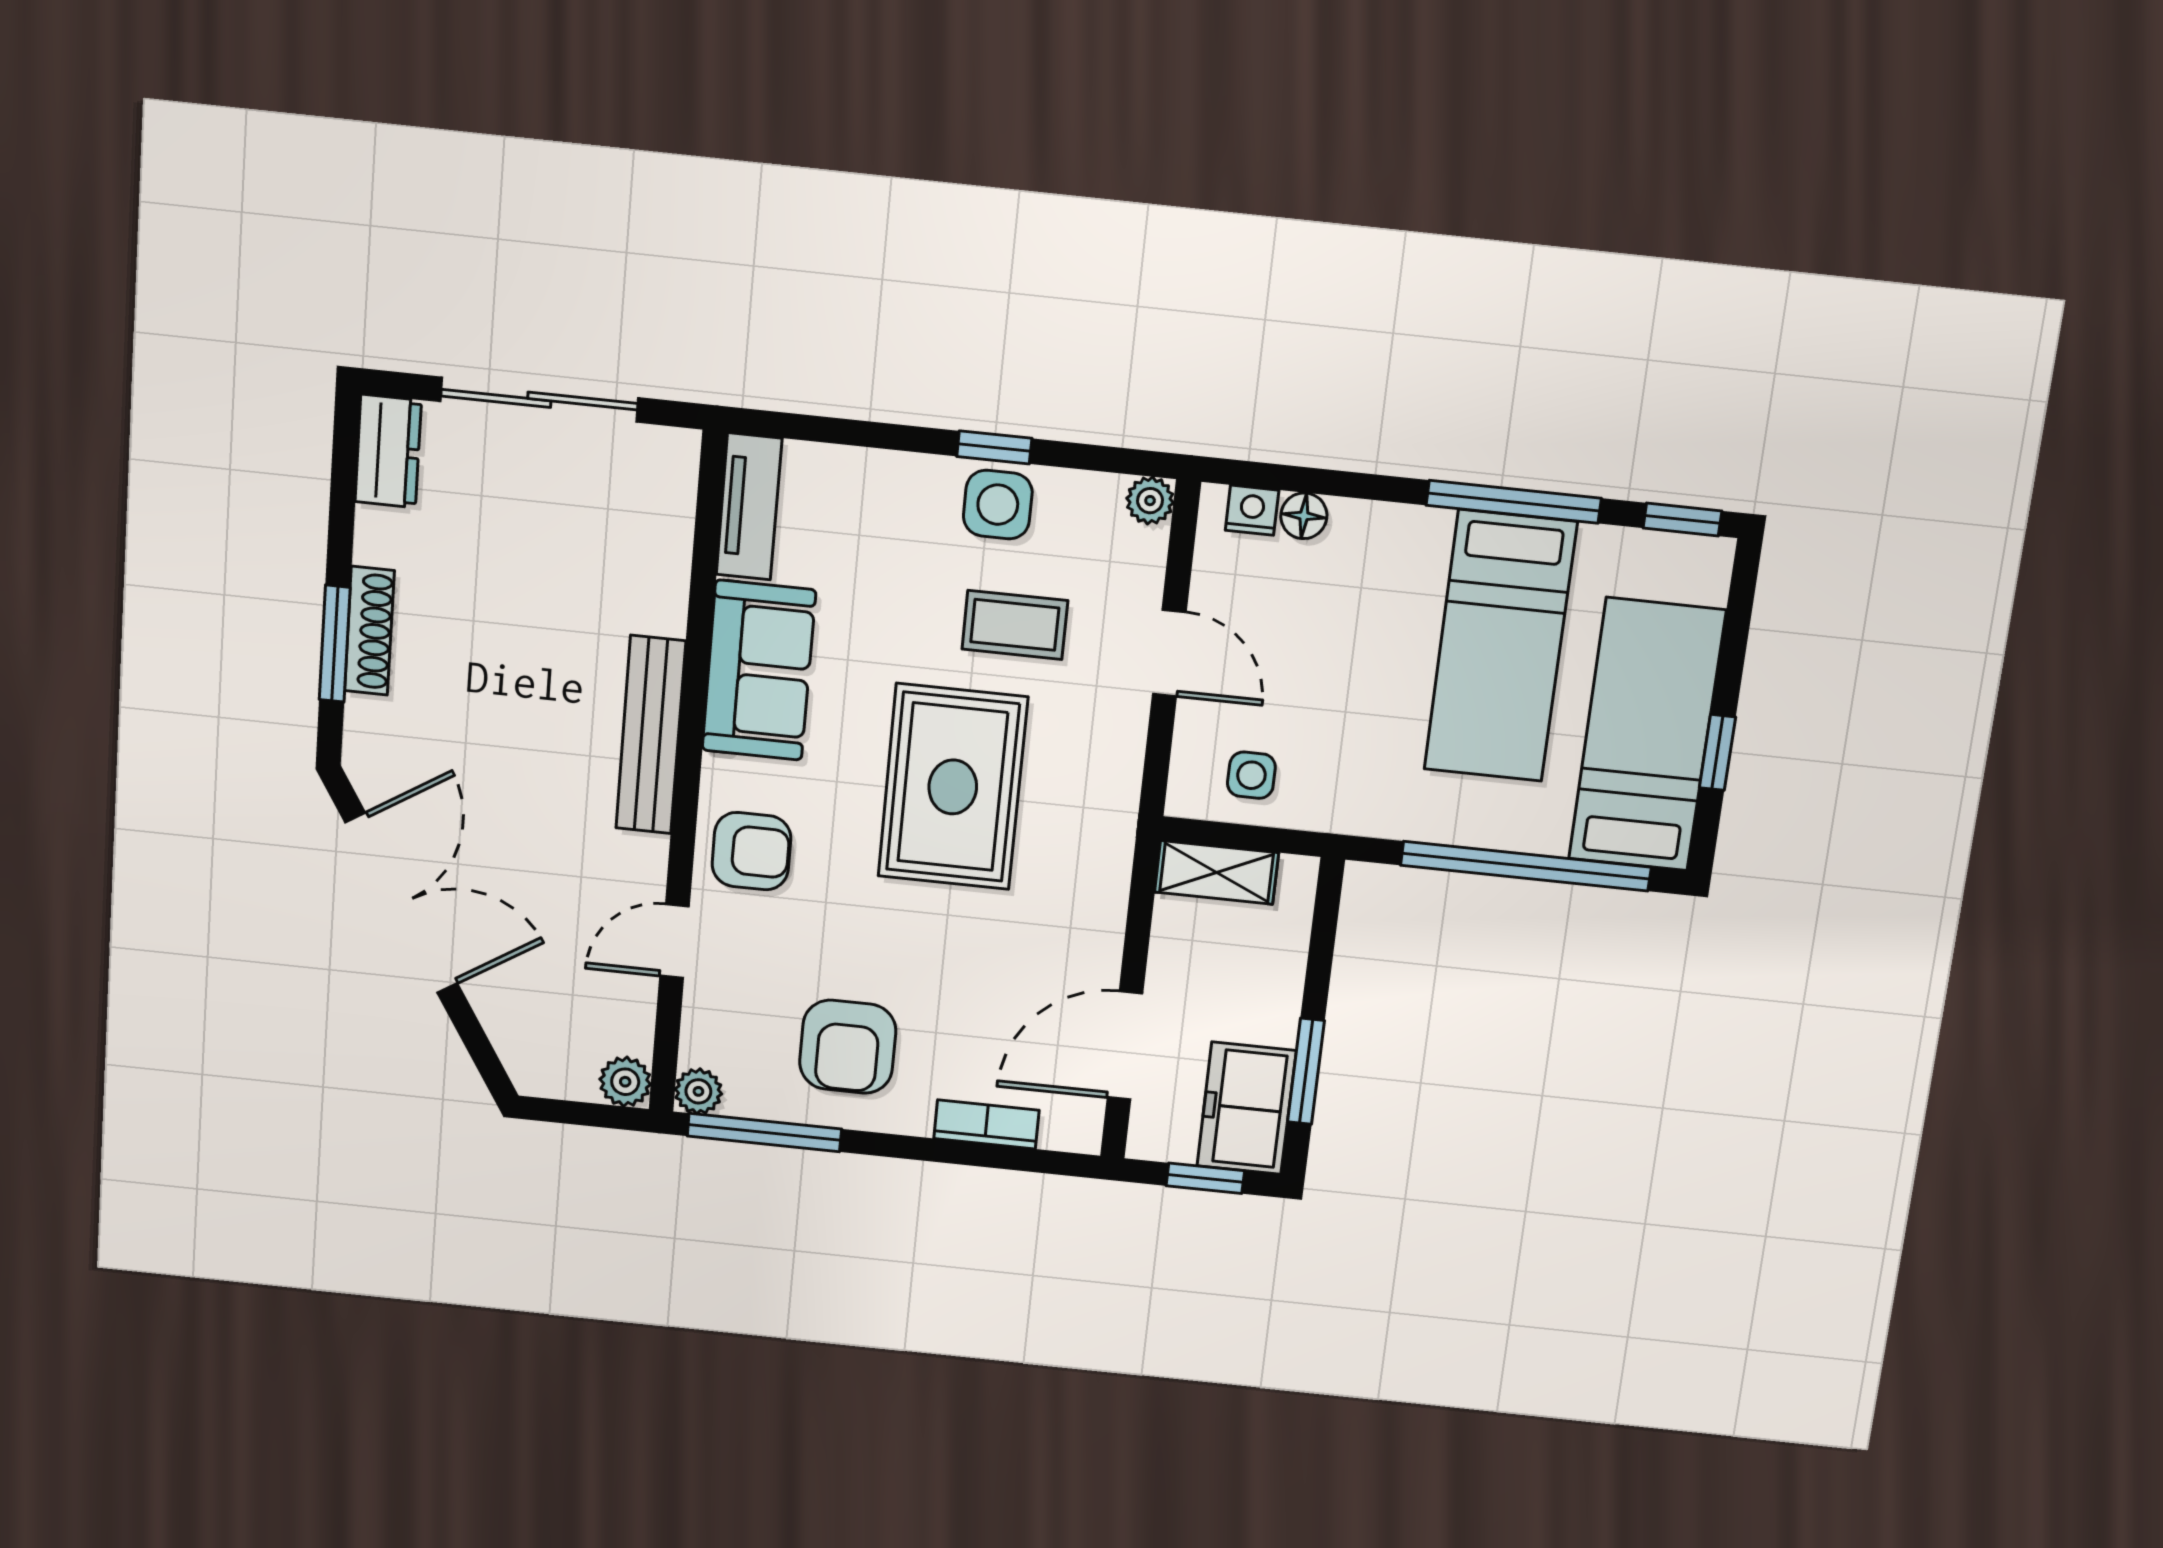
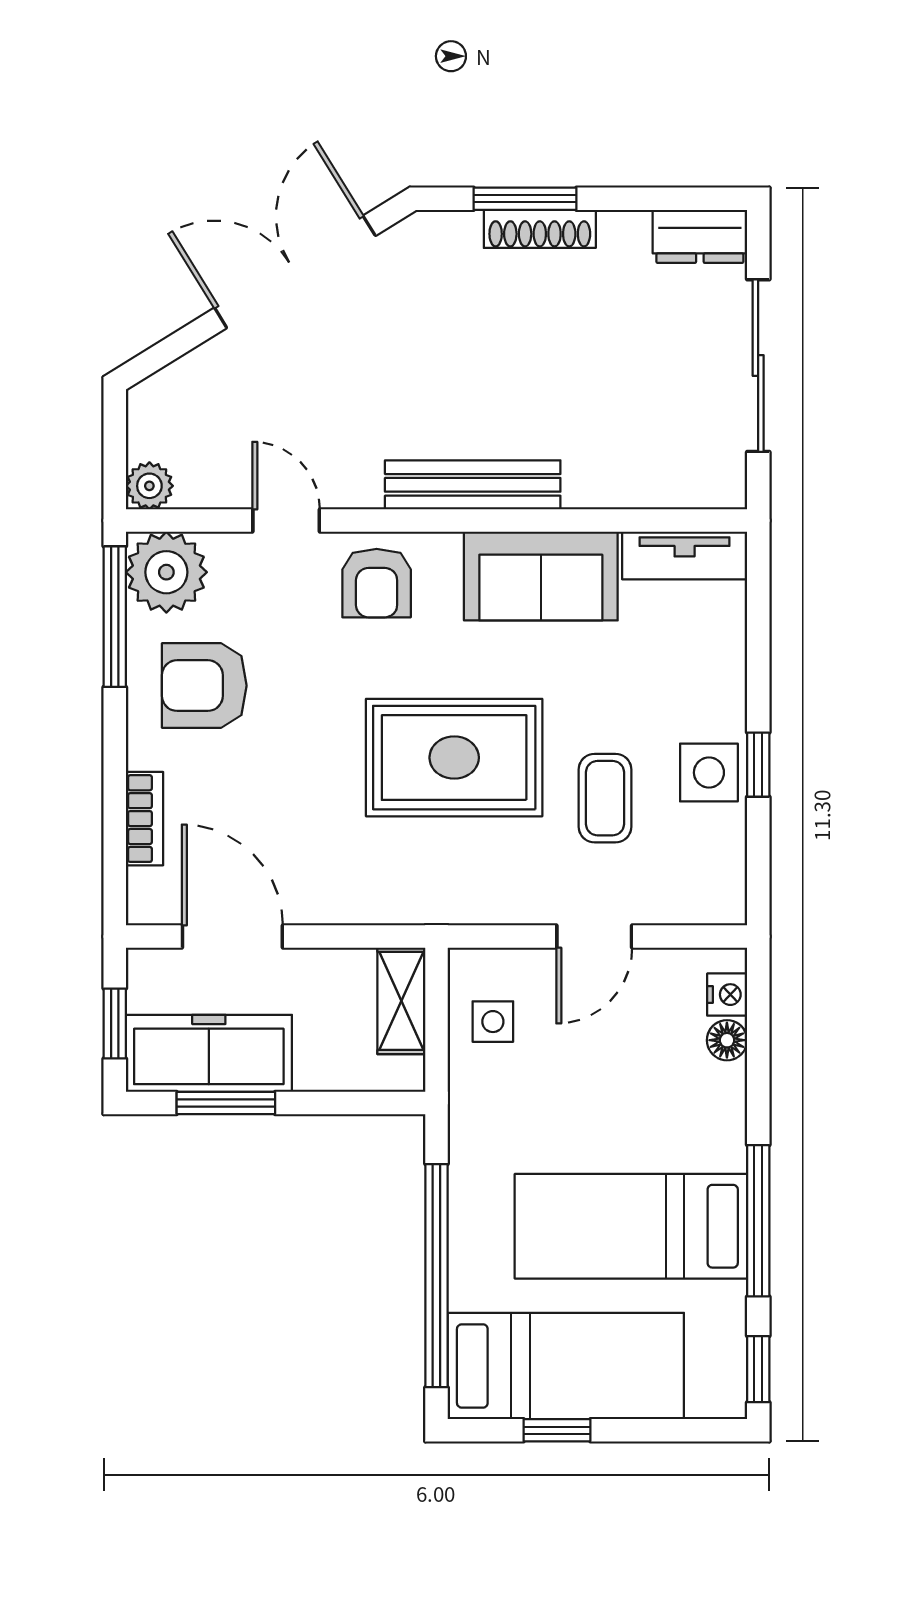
plant: (1150, 501) -> (726, 905), removed
double door: (402, 903) -> (295, 272), swing flipped
plant: (698, 1091) -> (166, 572), width x1.88, depth x1.88
freezer: (1247, 1108) -> (209, 1053), width x1.40

